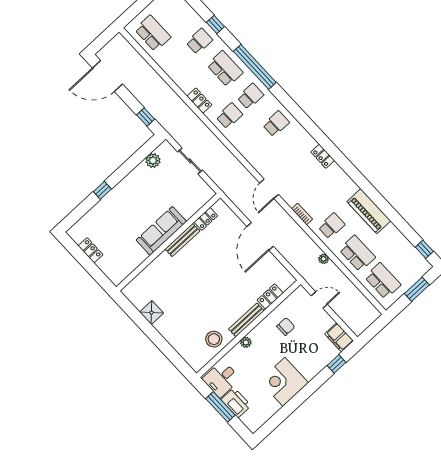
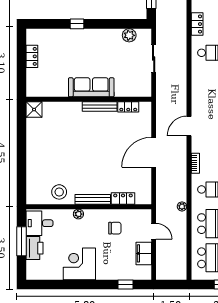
shower: (152, 313) -> (34, 110), moved
filing cabinet: (339, 337) -> (144, 253), moved

